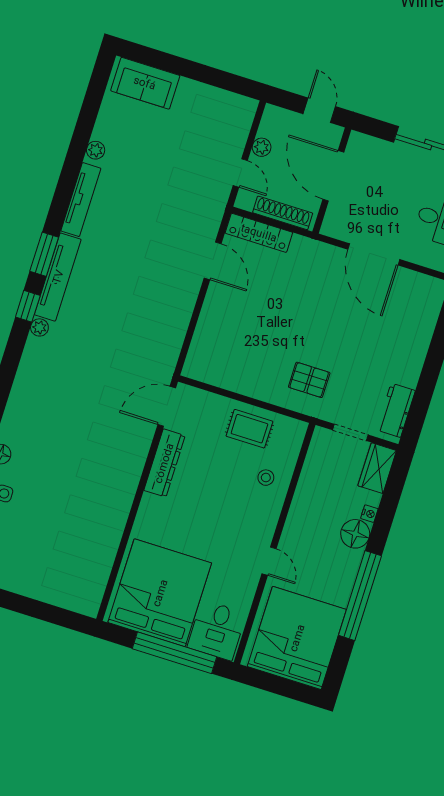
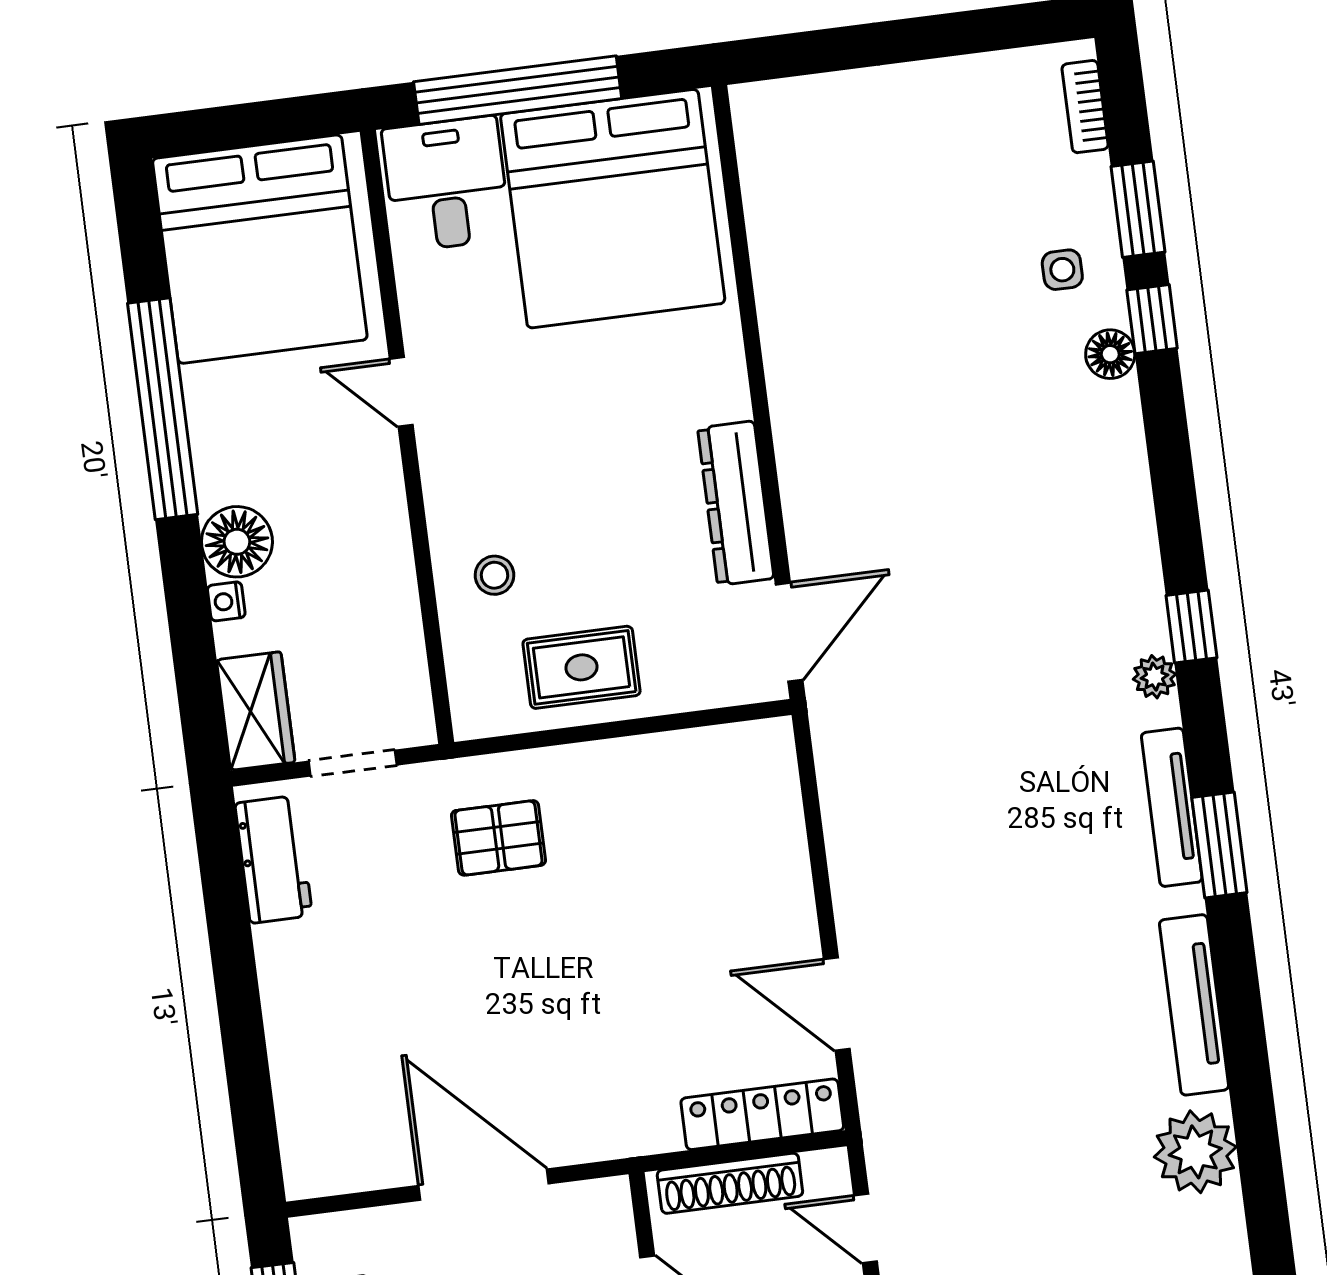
plant: (96, 150) -> (1195, 1152), width x1.87, depth x1.87
tv unit: (58, 277) -> (1172, 807), width x0.73, depth x0.78
window: (28, 306) -> (1191, 627), moved

